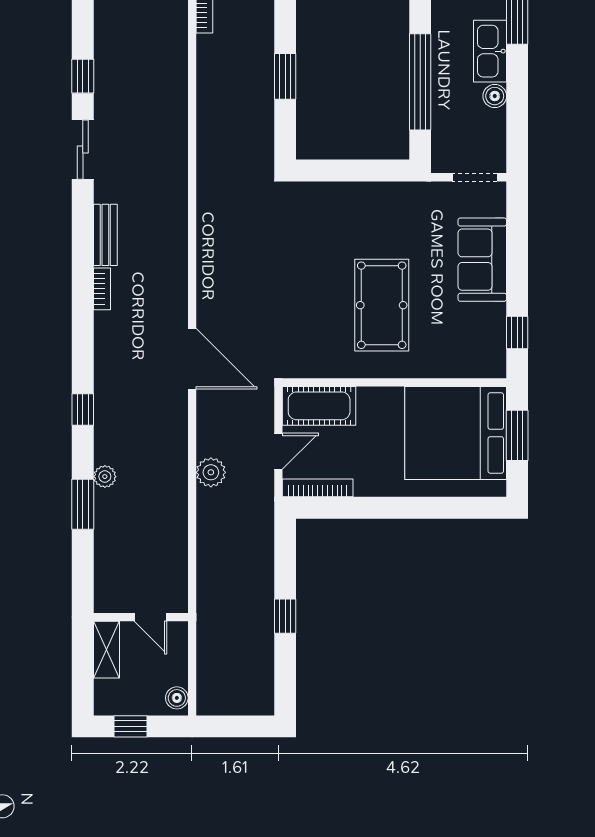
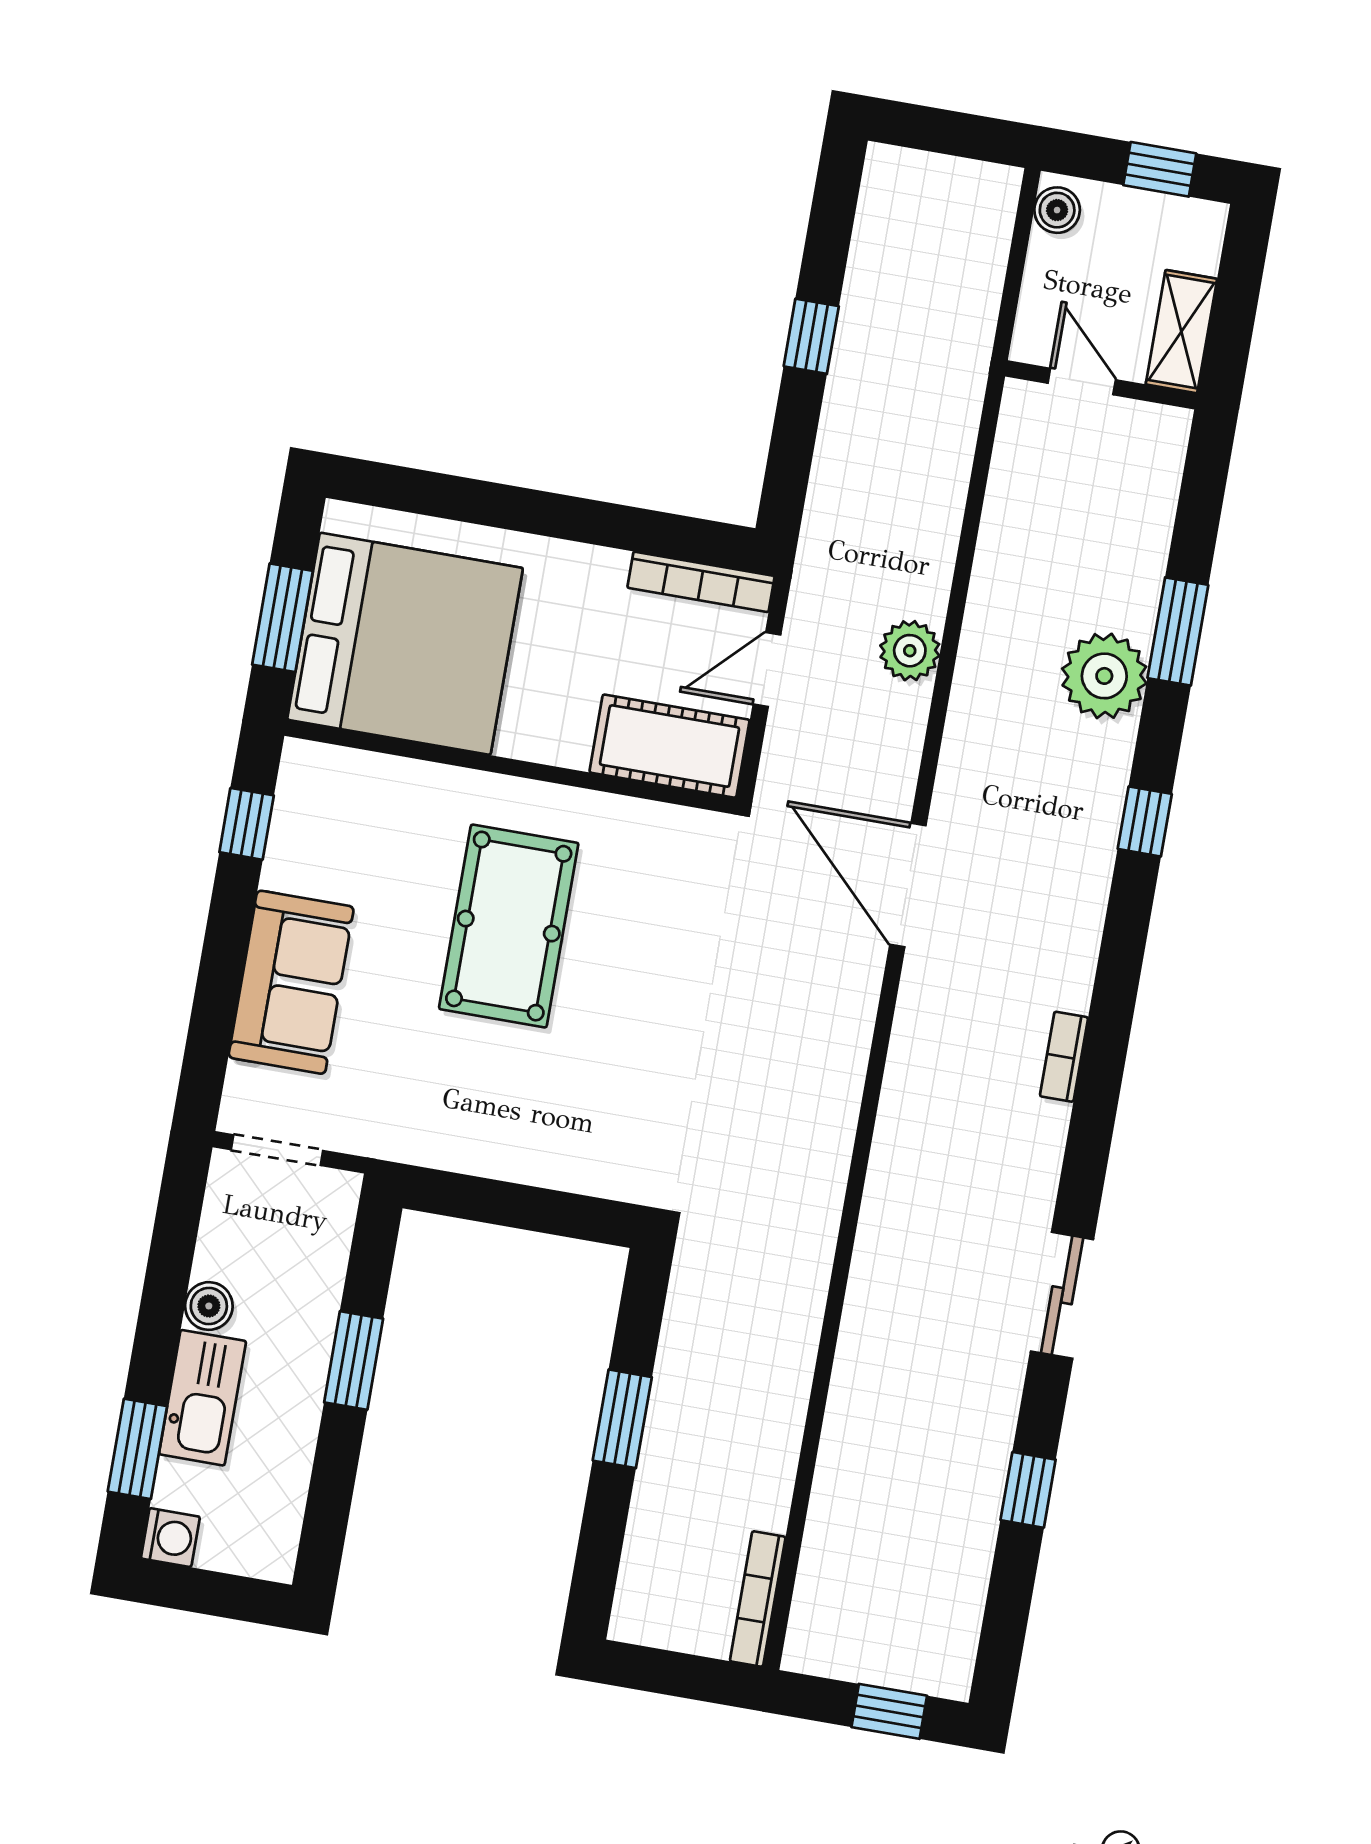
window: (420, 82) -> (354, 1360), width x0.47
sliding door: (83, 150) -> (1062, 1295), moved
bench: (105, 235) -> (1038, 1164), removed
plant: (105, 477) -> (1104, 676), width x1.87, depth x1.87

